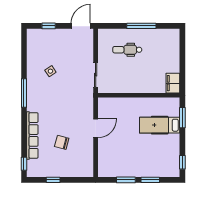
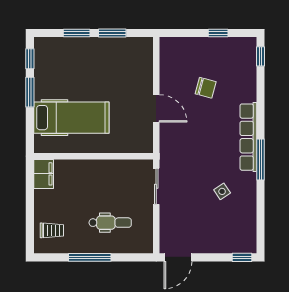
window: (49, 26) -> (242, 257), moved
trolley: (167, 44) -> (52, 230), added
window: (182, 118) -> (30, 92), moved
hospital bed: (160, 125) -> (71, 118), width x1.37, depth x1.29
door: (96, 128) -> (156, 108), swing flipped
row of seats: (32, 135) -> (248, 137), moved

